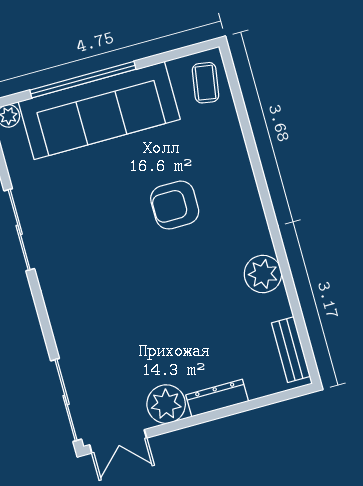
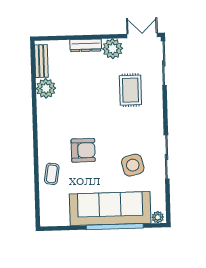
coffee table: (206, 83) -> (52, 174), moved
side table: (77, 200) -> (133, 165), added
plant: (263, 274) -> (46, 88), moved
rug: (115, 336) -> (130, 90), added

